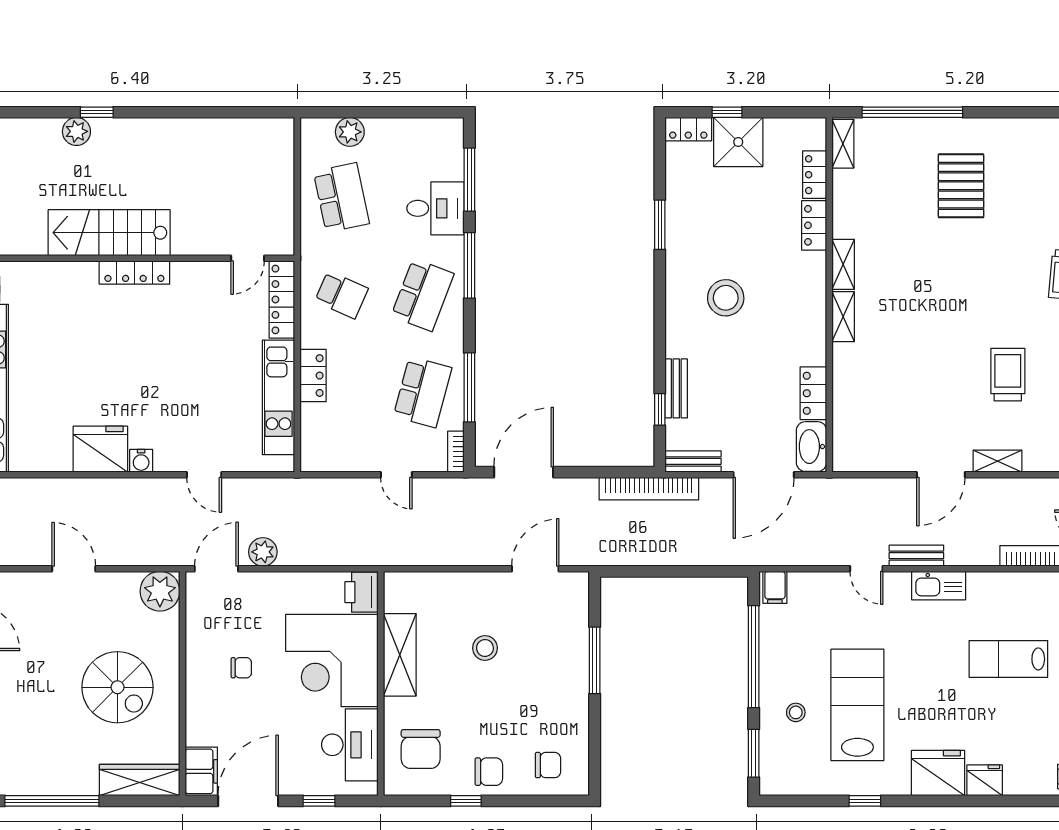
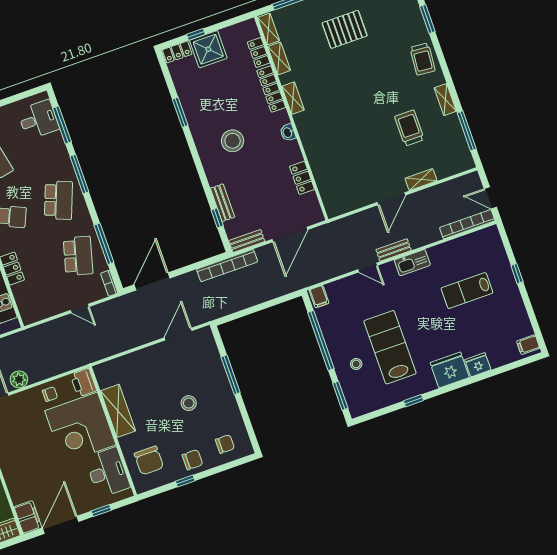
pallet: (961, 186) -> (345, 29), turned 90
desk: (435, 208) -> (38, 120), moved
locker: (814, 225) -> (271, 89), width x1.53
shelving: (843, 317) -> (279, 58), moved
washbasin: (811, 447) -> (288, 133), moved, width x0.52, depth x0.69
stool: (485, 648) -> (189, 403), moved
chair: (241, 668) -> (50, 394), moved

